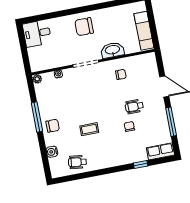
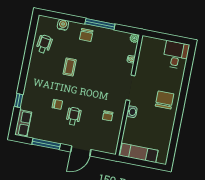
washbasin: (112, 50) -> (132, 112), width x0.52, depth x0.69

